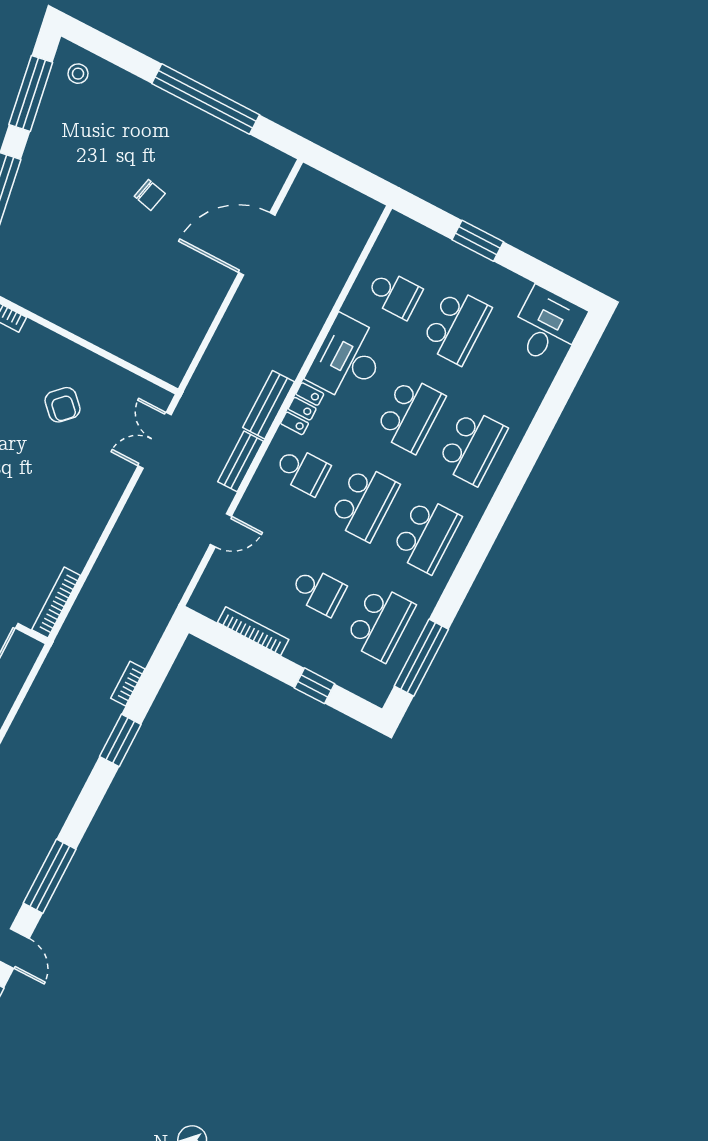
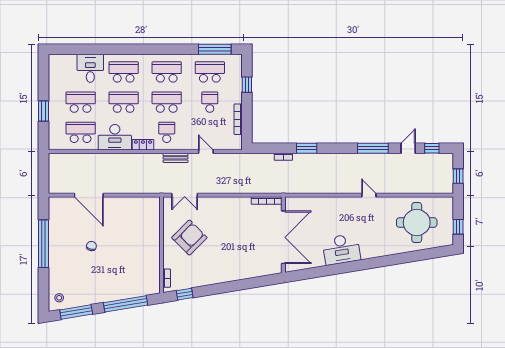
school desk: (394, 294) -> (81, 132), width x1.85
desk: (547, 326) -> (90, 68), moved, turned 90
armchair: (63, 405) -> (189, 238), width x1.88, depth x1.88
bench: (269, 405) -> (148, 158), removed

